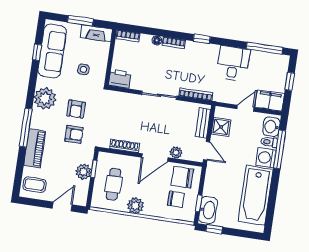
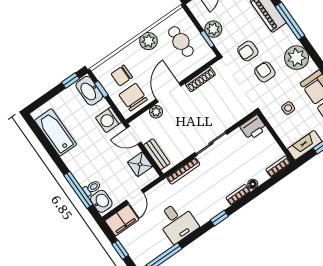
washing machine: (266, 158) -> (108, 120), moved, turned 180
chair: (182, 177) -> (133, 97), turned -90
bathtub: (256, 195) -> (56, 132), width x0.73, depth x0.73

